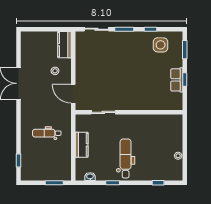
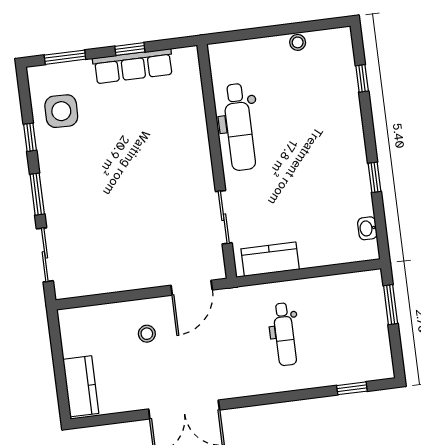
kitchen counter: (64, 45) -> (81, 386), moved, turned -90
row of seats: (177, 80) -> (133, 66), width x1.48
kitchen counter: (82, 145) -> (270, 259), moved
dental chair: (126, 158) -> (239, 127), moved, turned -90

